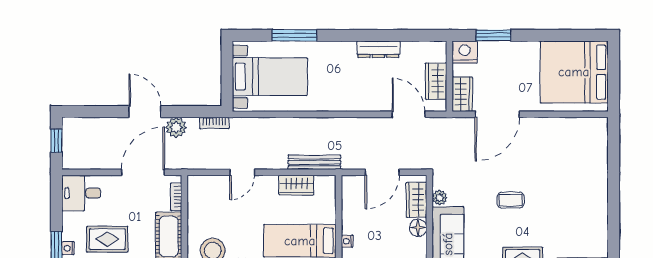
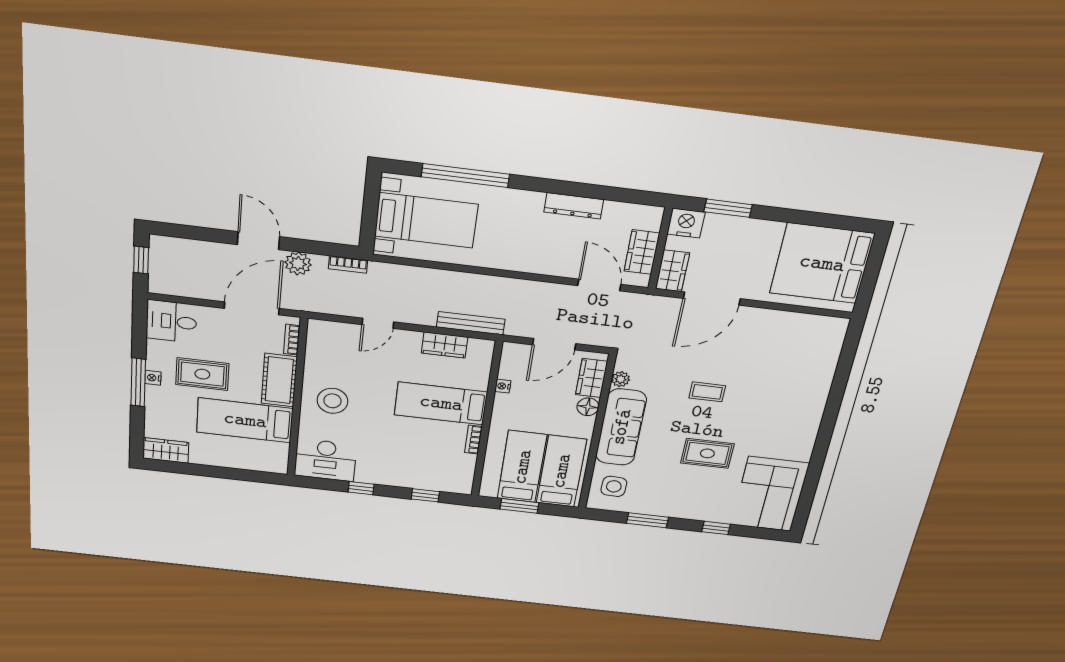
window: (295, 35) -> (465, 176), width x1.46
nightstand: (347, 241) -> (503, 386), moved

